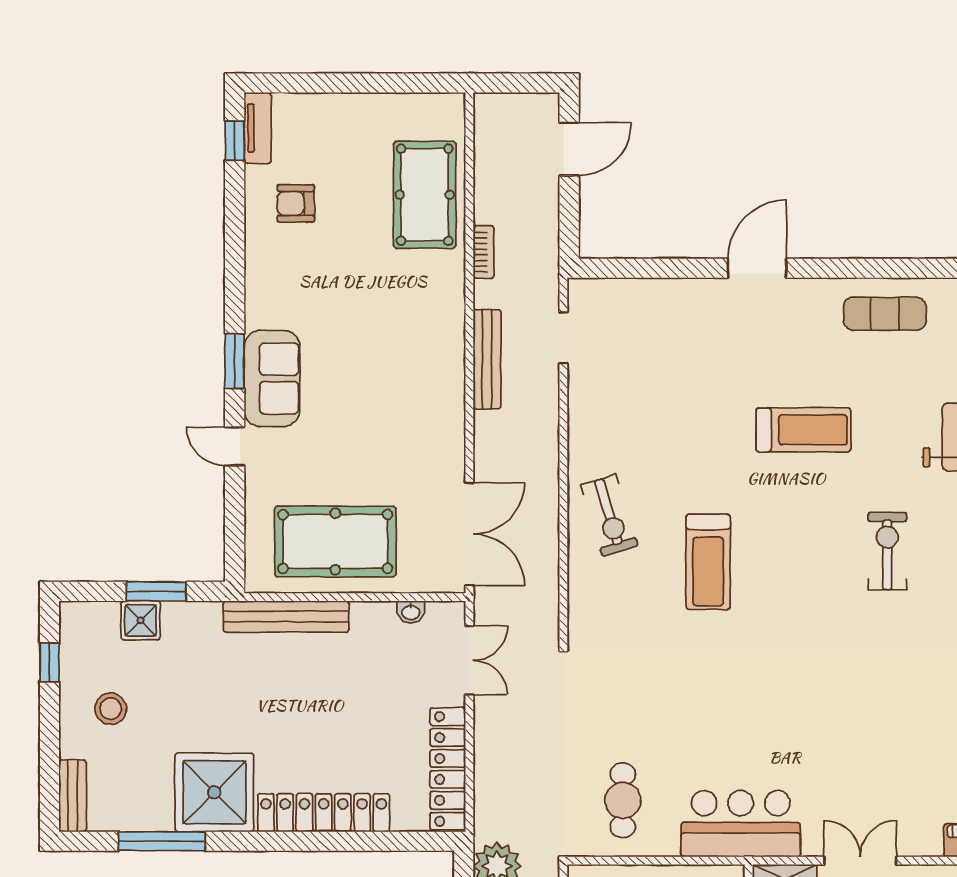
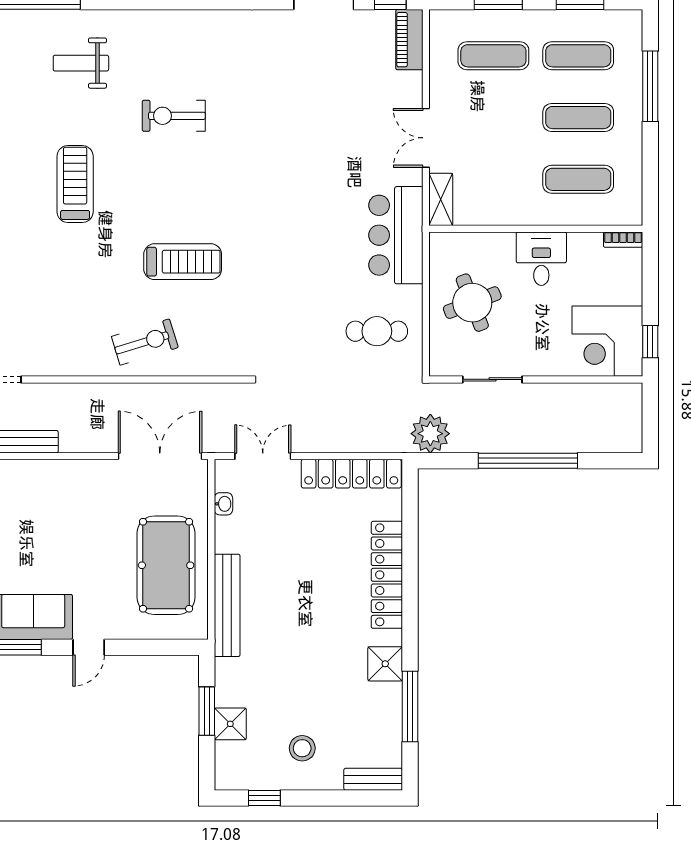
shower: (214, 792) -> (385, 664), width x0.54, depth x0.54

